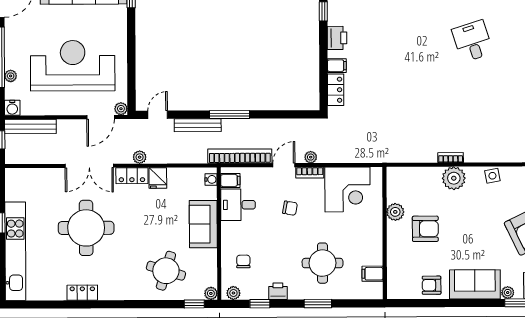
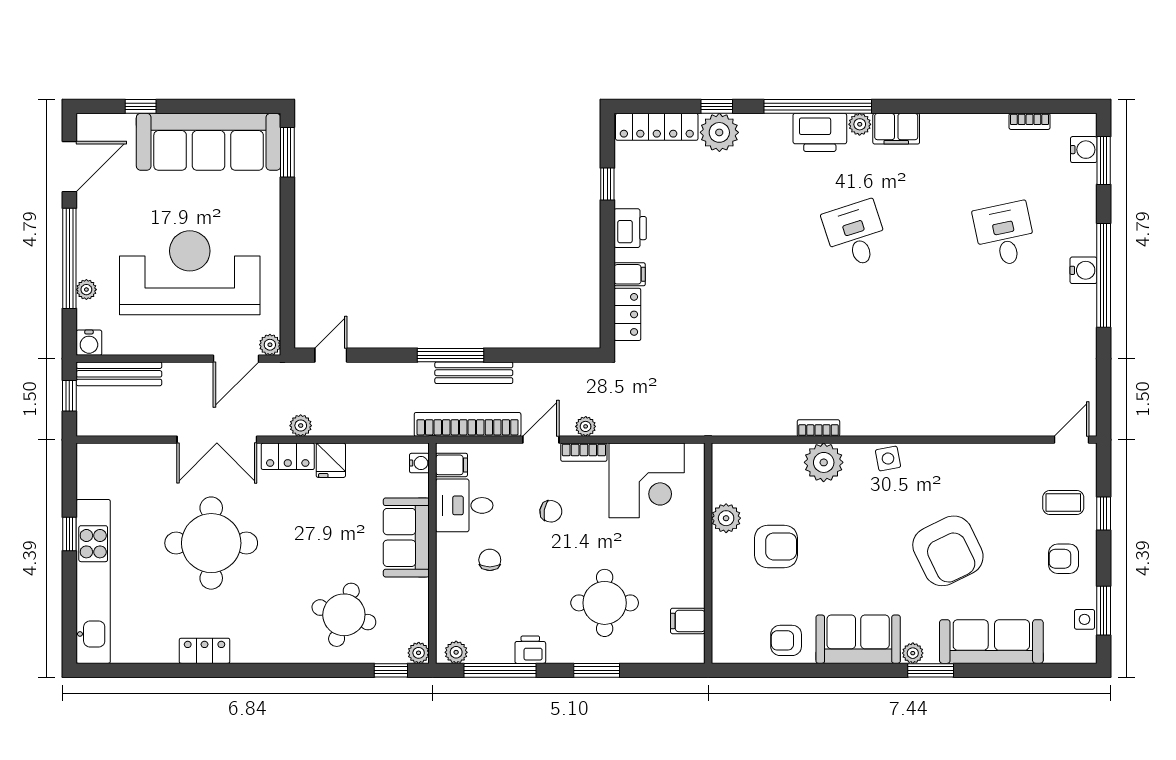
bench: (198, 125) -> (474, 373), moved
chair: (243, 261) -> (490, 560), moved
window: (260, 304) -> (500, 670), width x2.17

